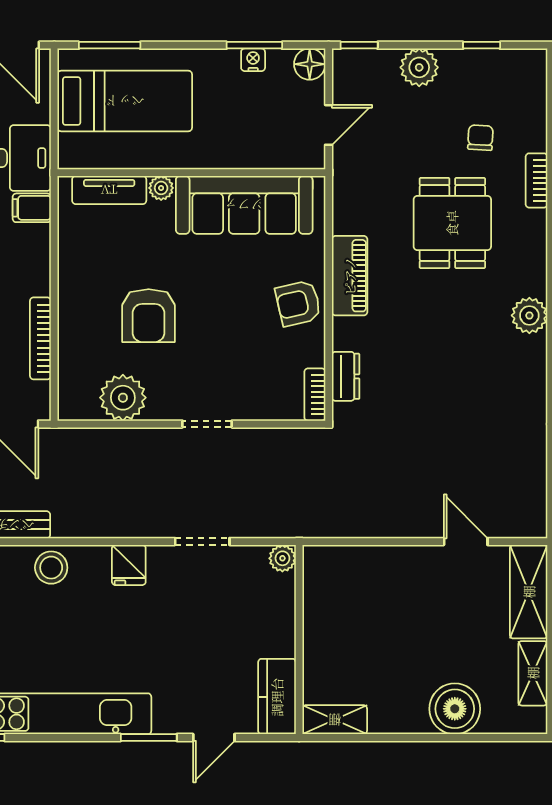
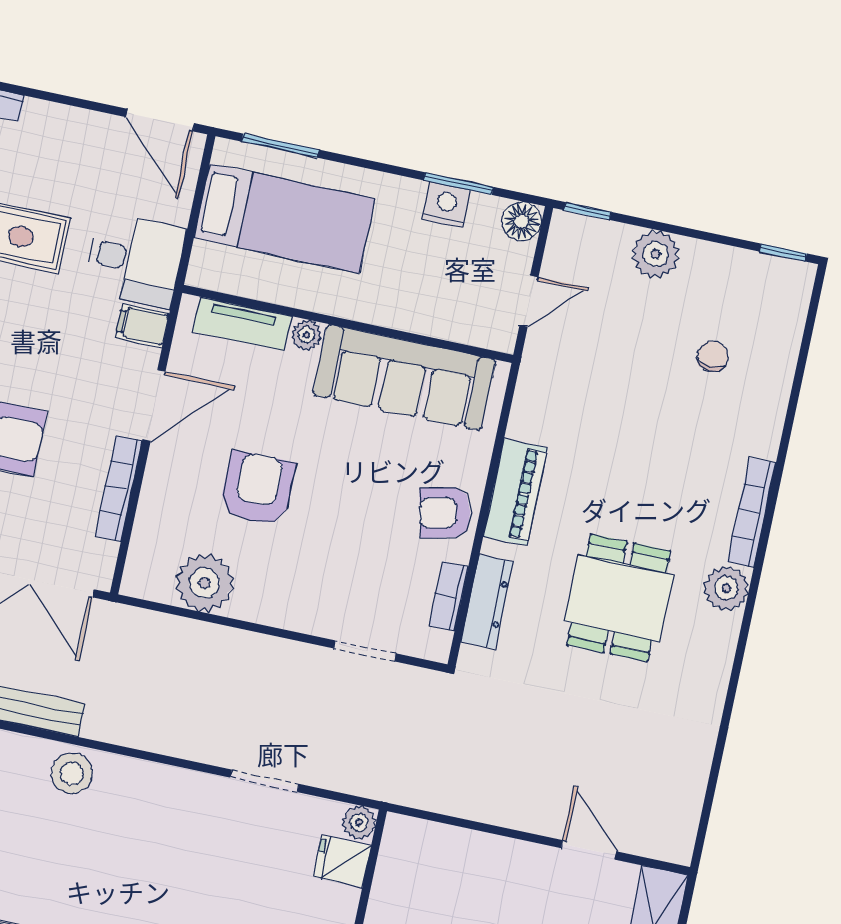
window: (482, 45) -> (783, 253), moved
nightstand: (253, 60) -> (446, 205), width x1.39, depth x1.35
bookcase: (536, 180) -> (752, 512), moved, width x1.56
dining table: (452, 223) -> (619, 598), moved
door: (54, 268) -> (154, 405), added
armchair: (149, 316) -> (258, 489), turned 180
dresser: (346, 376) -> (487, 602), width x1.44
bookcase: (315, 395) -> (449, 596), moved
doorway: (207, 424) -> (365, 651), moved
fridge: (129, 565) -> (342, 861), moved, turned 90

